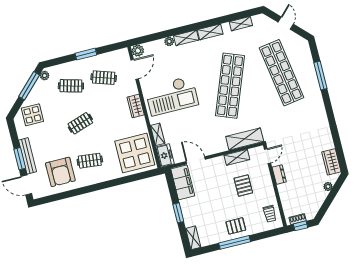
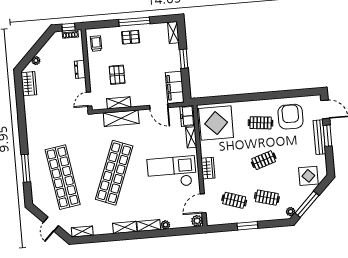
shelving: (241, 24) -> (82, 232), moved
shelving: (245, 139) -> (121, 118), moved
dresser: (279, 175) -> (80, 69), moved

